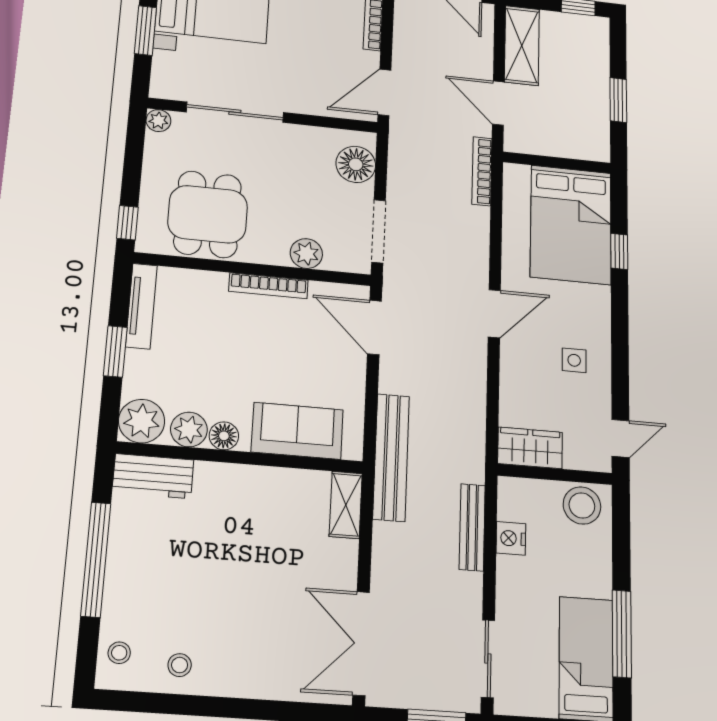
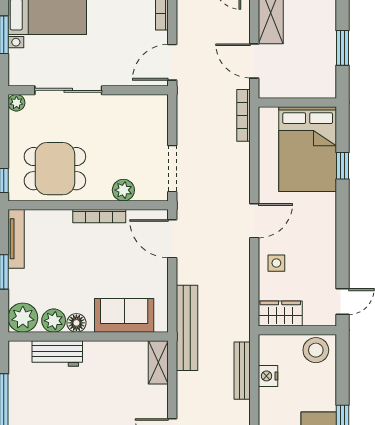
floor lamp: (356, 164) -> (154, 120), removed
dining table: (208, 214) -> (55, 169), turned 90
side table: (574, 360) -> (276, 263), moved
workbench: (153, 476) -> (57, 353), moved

